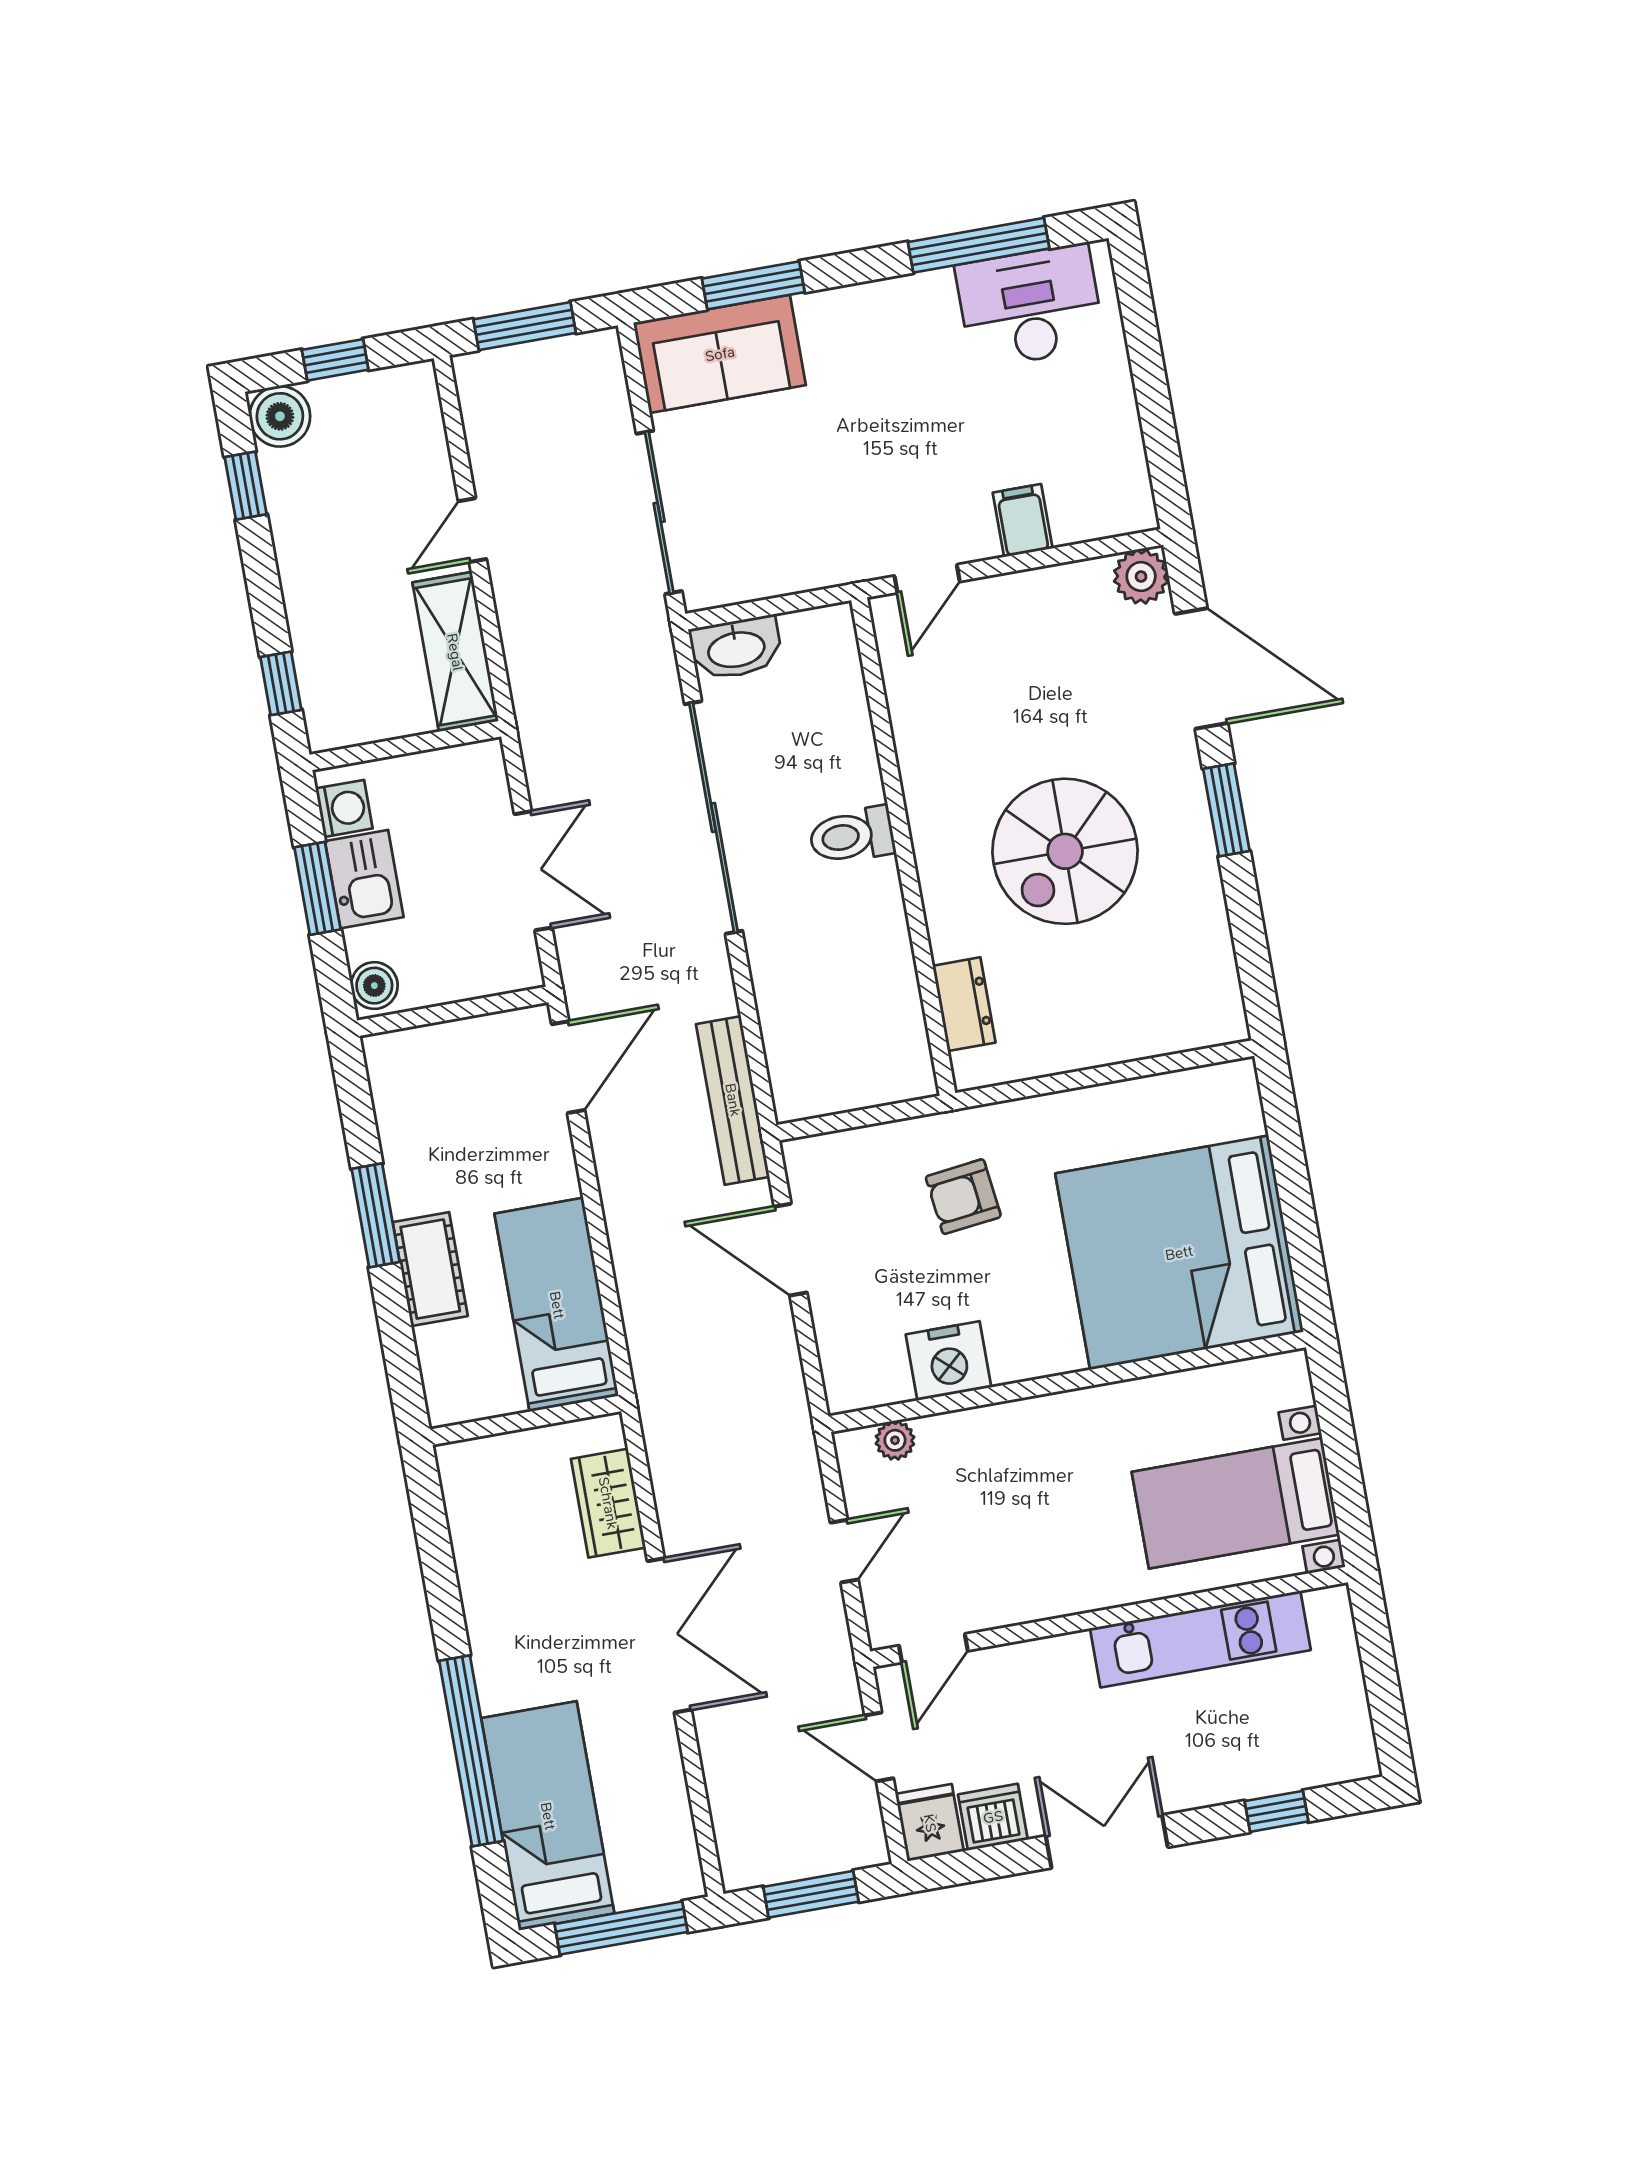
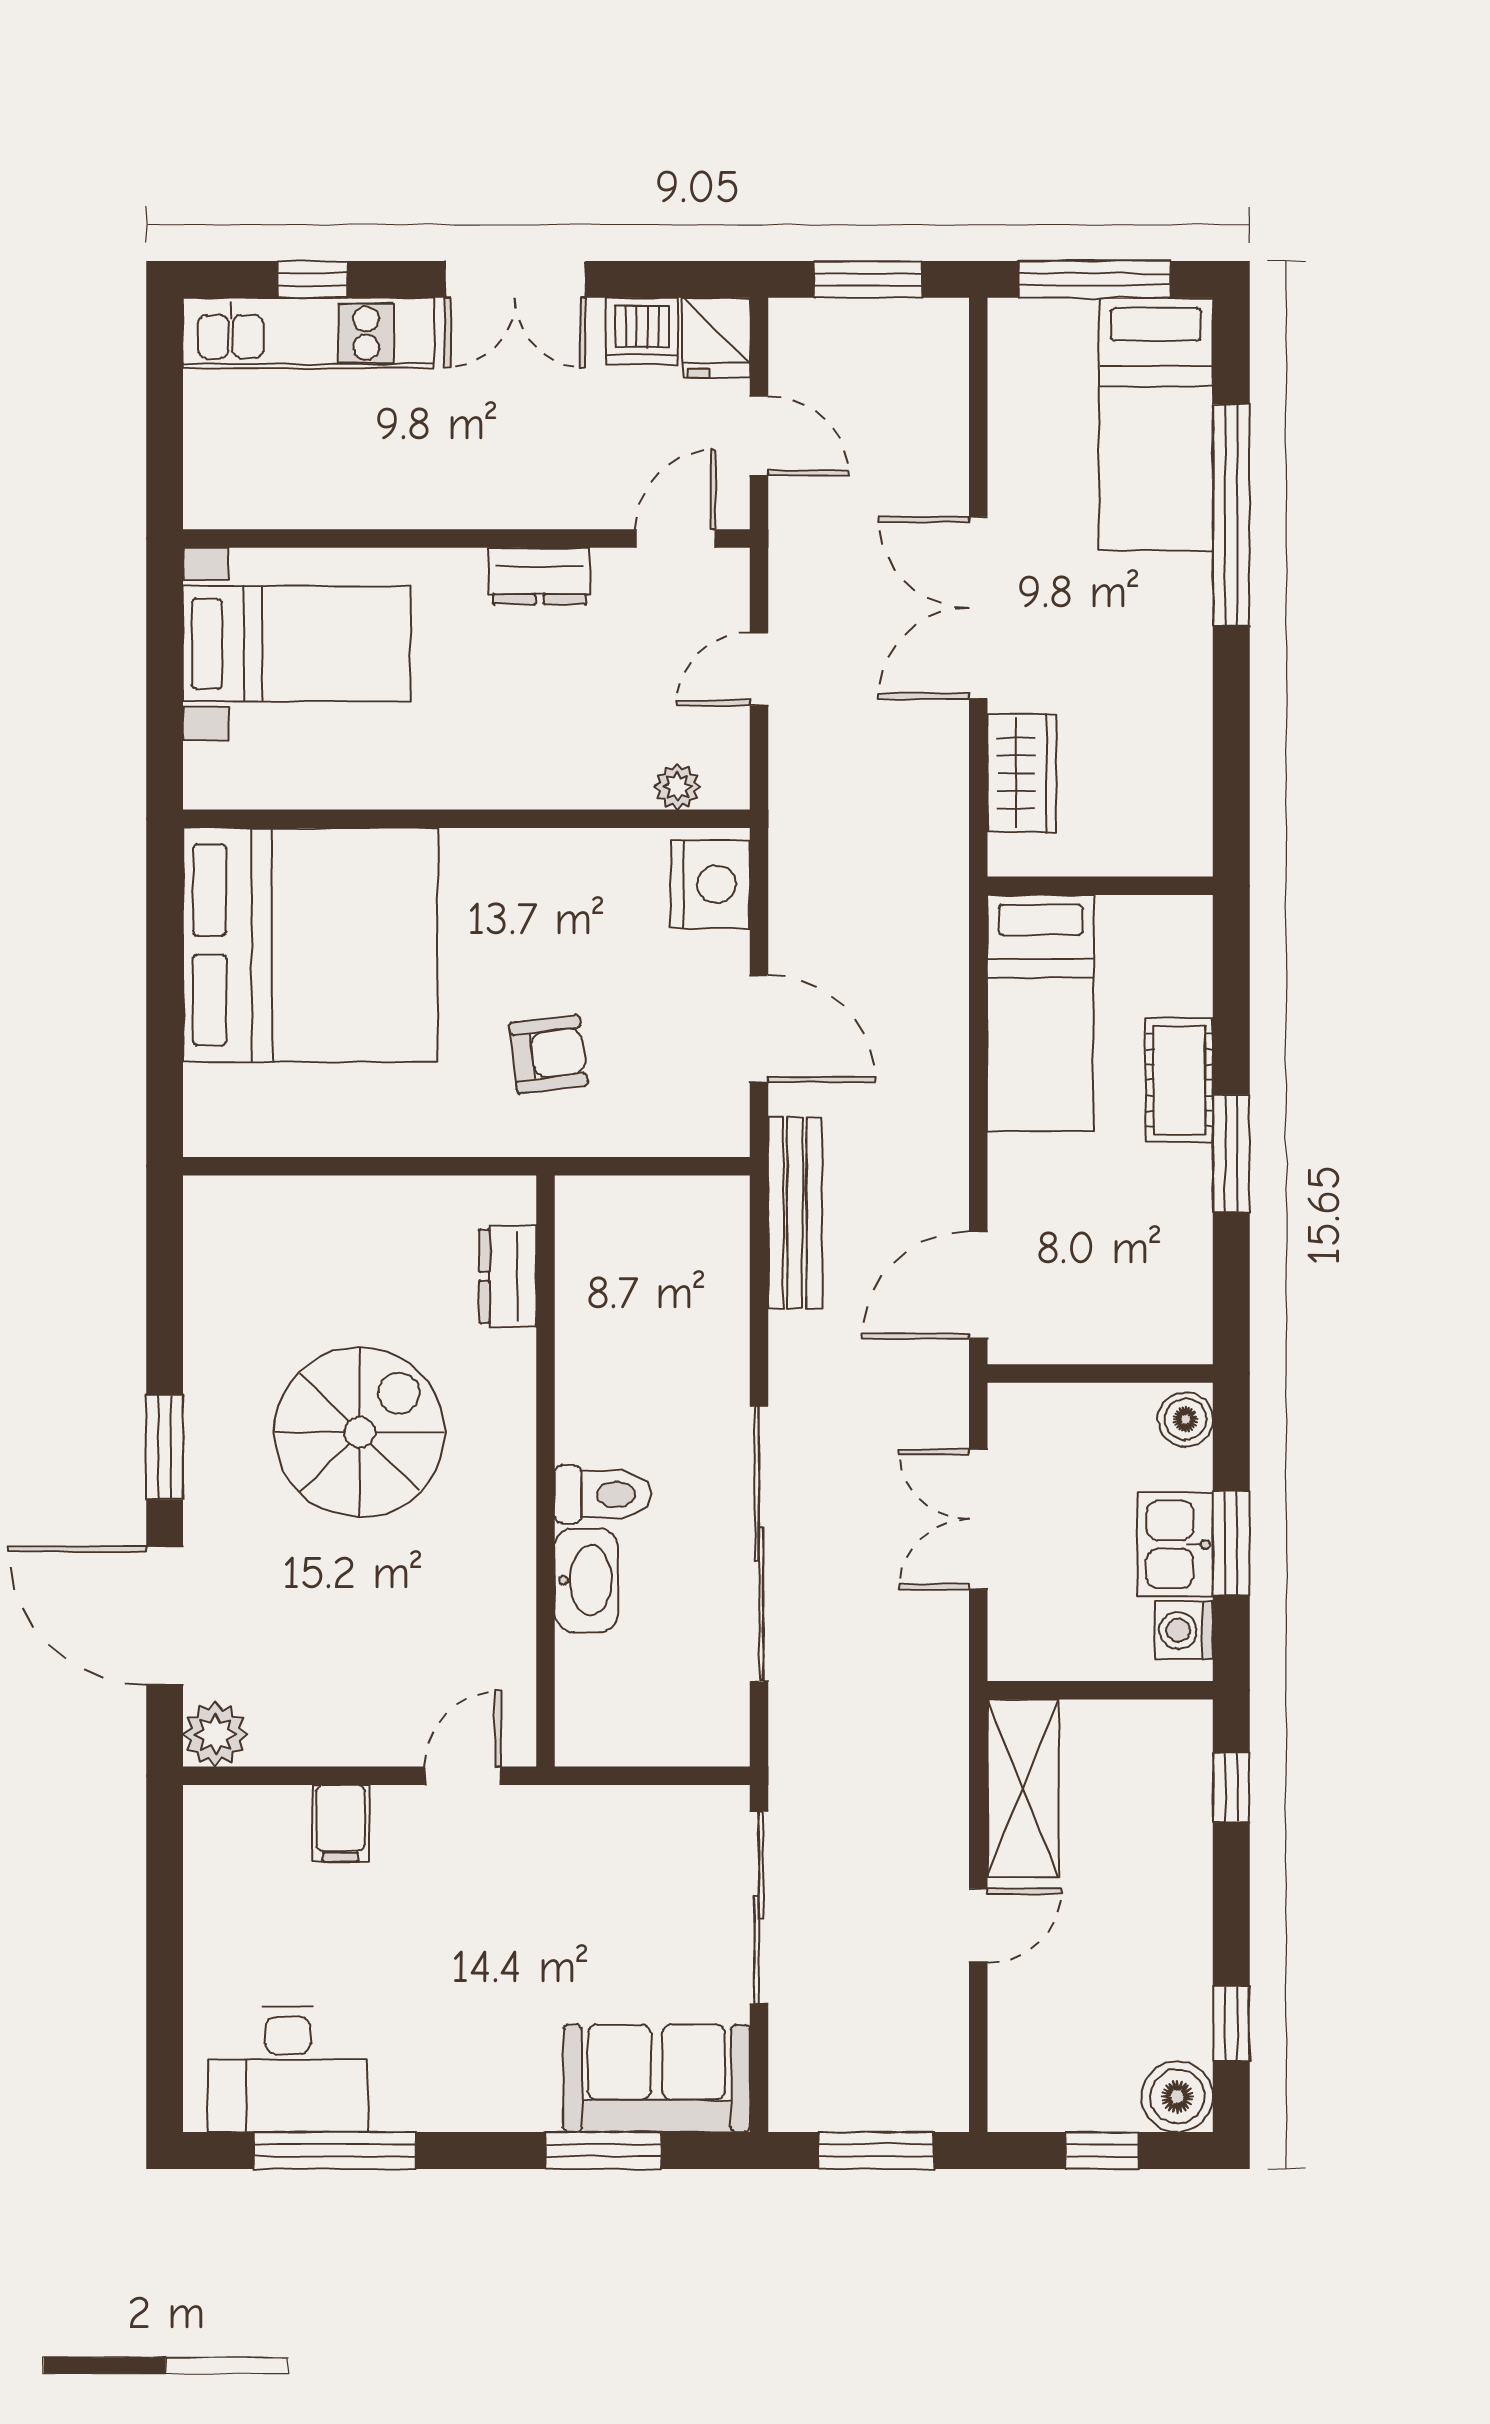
washbasin: (736, 648) -> (586, 1580), moved, turned 90
nightstand: (949, 1361) -> (710, 884), moved, turned 90
dresser: (1042, 1596) -> (540, 576), added
kitchen unit: (1200, 1639) -> (308, 333), moved, turned 180

